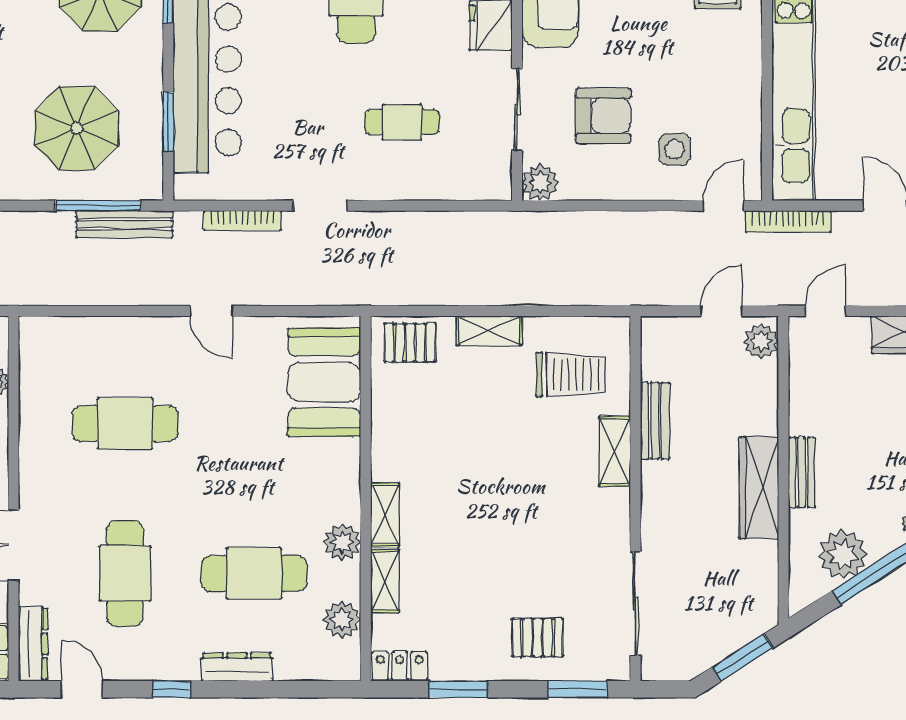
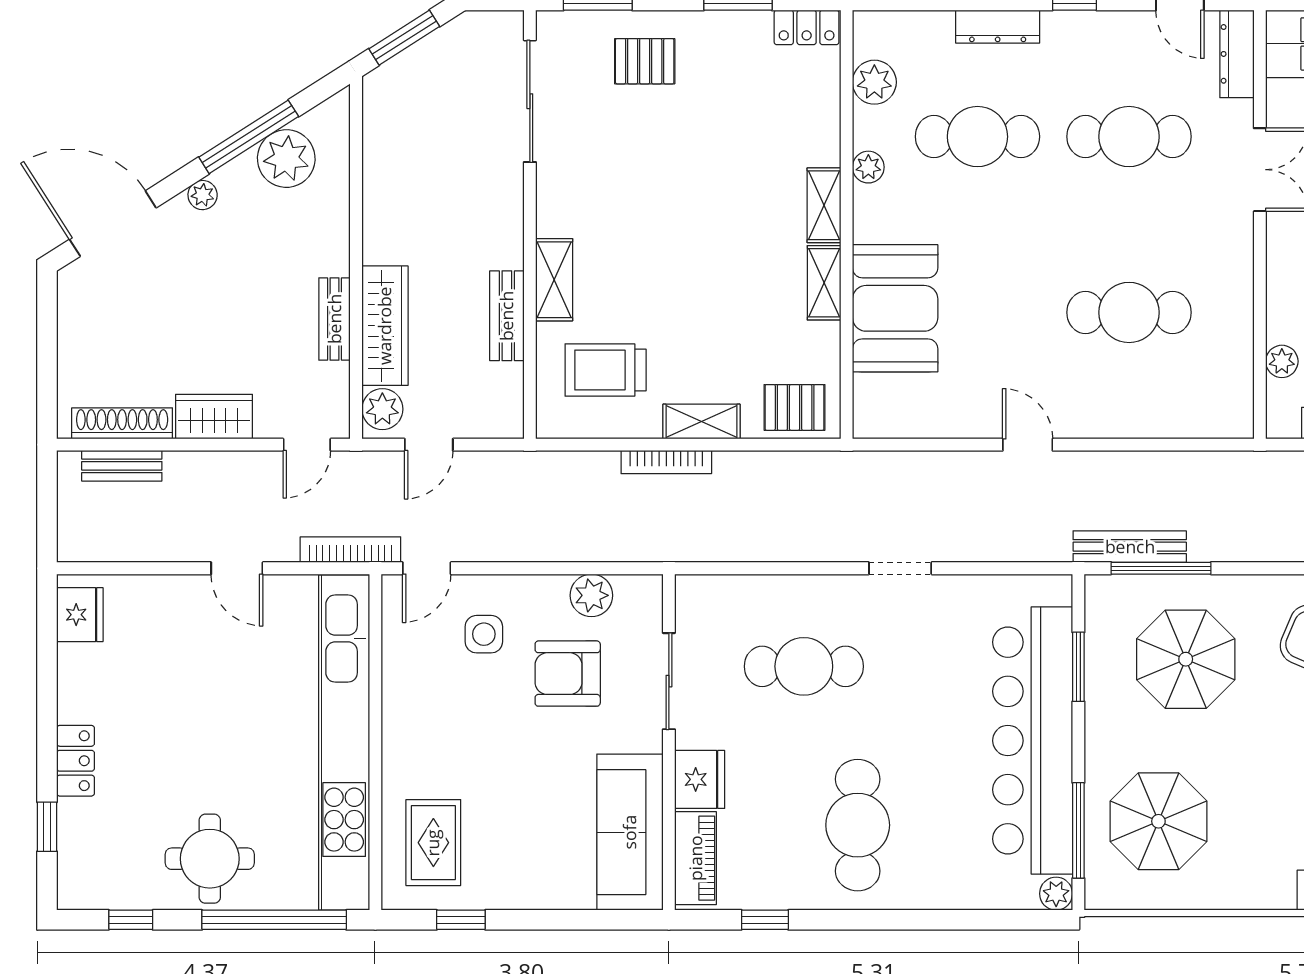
cafe table: (402, 122) -> (804, 666), width x1.37, depth x1.35
plant: (540, 182) -> (591, 595), moved
bookcase: (242, 220) -> (666, 462), moved, turned 180
booth: (324, 382) -> (895, 308), moved
bench: (802, 472) -> (335, 319), moved
wardrobe: (759, 488) -> (385, 326), moved
plant: (342, 542) -> (868, 167), width x0.73, depth x0.73
cafe table: (125, 573) -> (1129, 137), turned 90
shelving: (385, 581) -> (824, 283), moved

